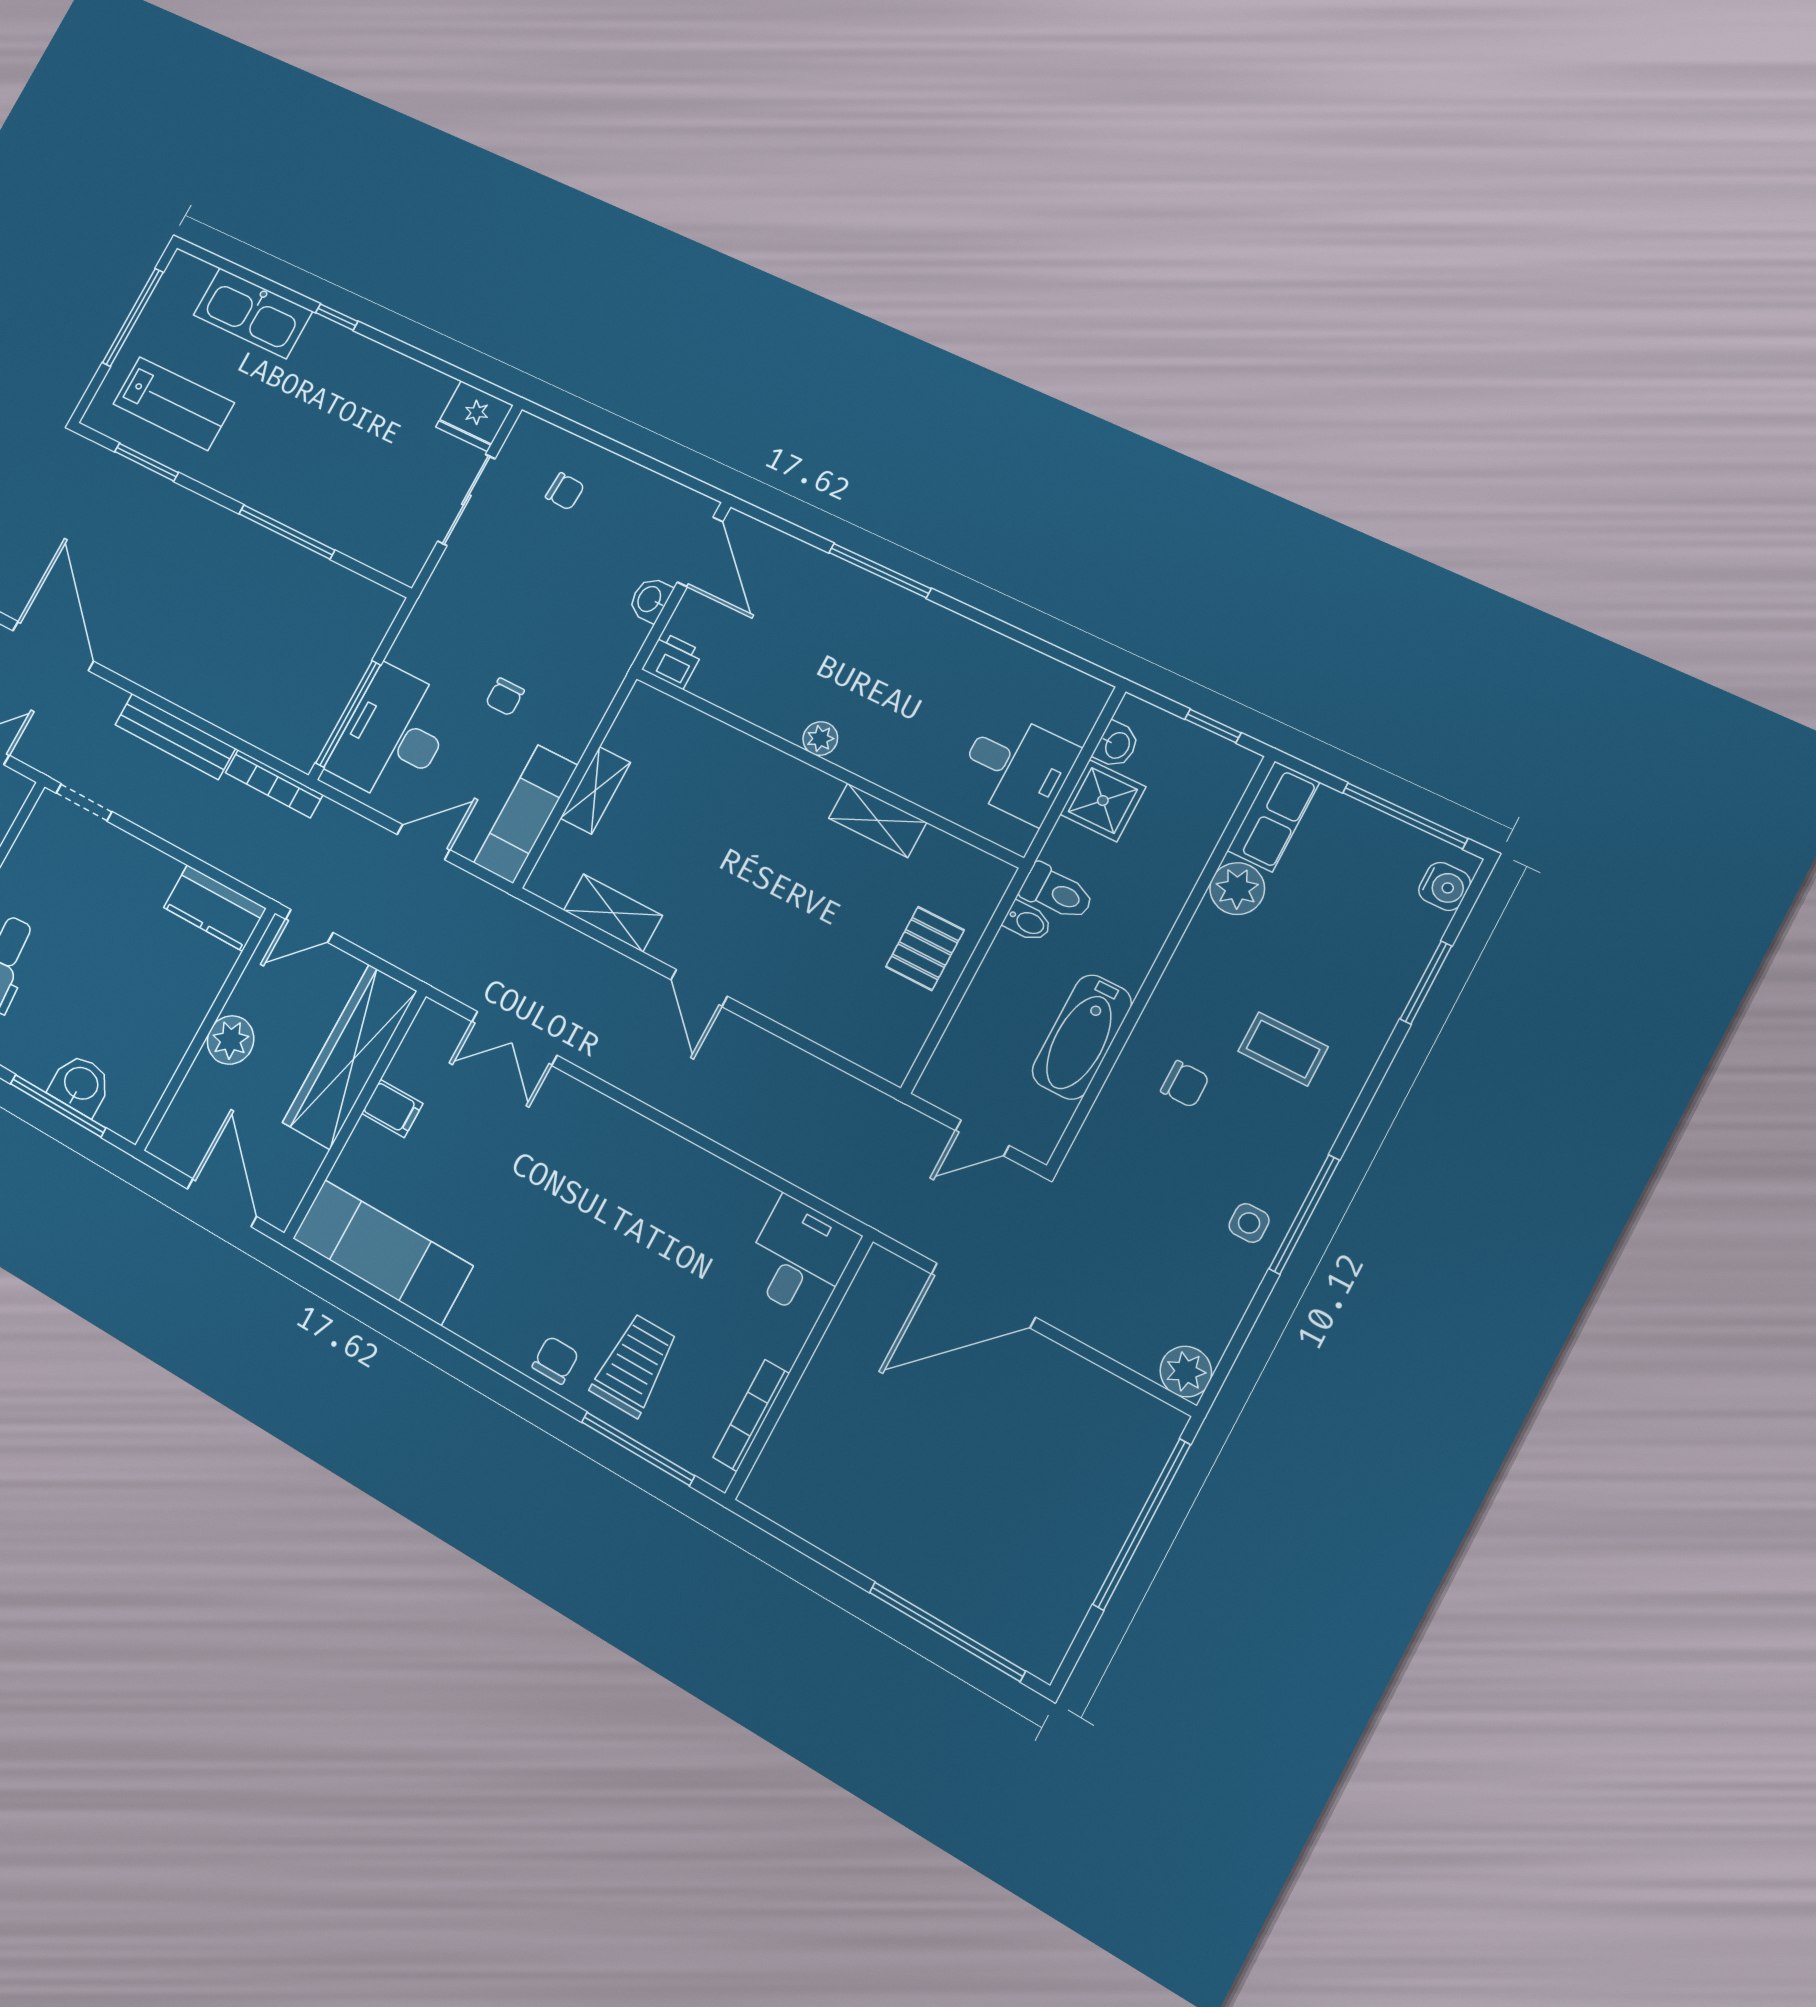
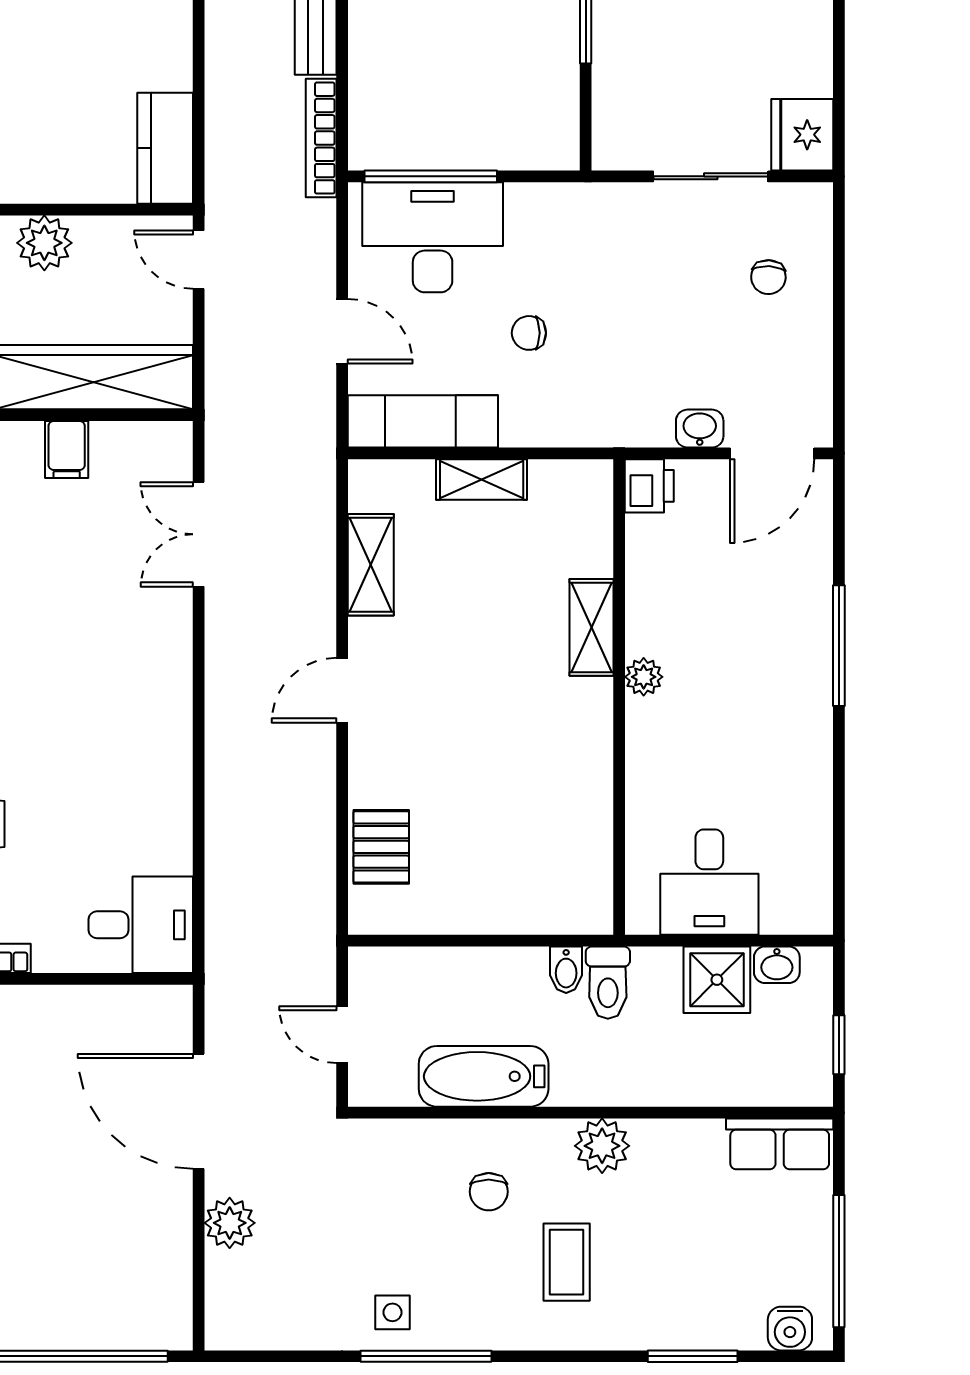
shelving: (878, 820) -> (592, 627), moved
plant: (1237, 889) -> (602, 1146), moved
pallet: (925, 948) -> (381, 847), moved, turned 90
plant: (1186, 1372) -> (230, 1223), moved

